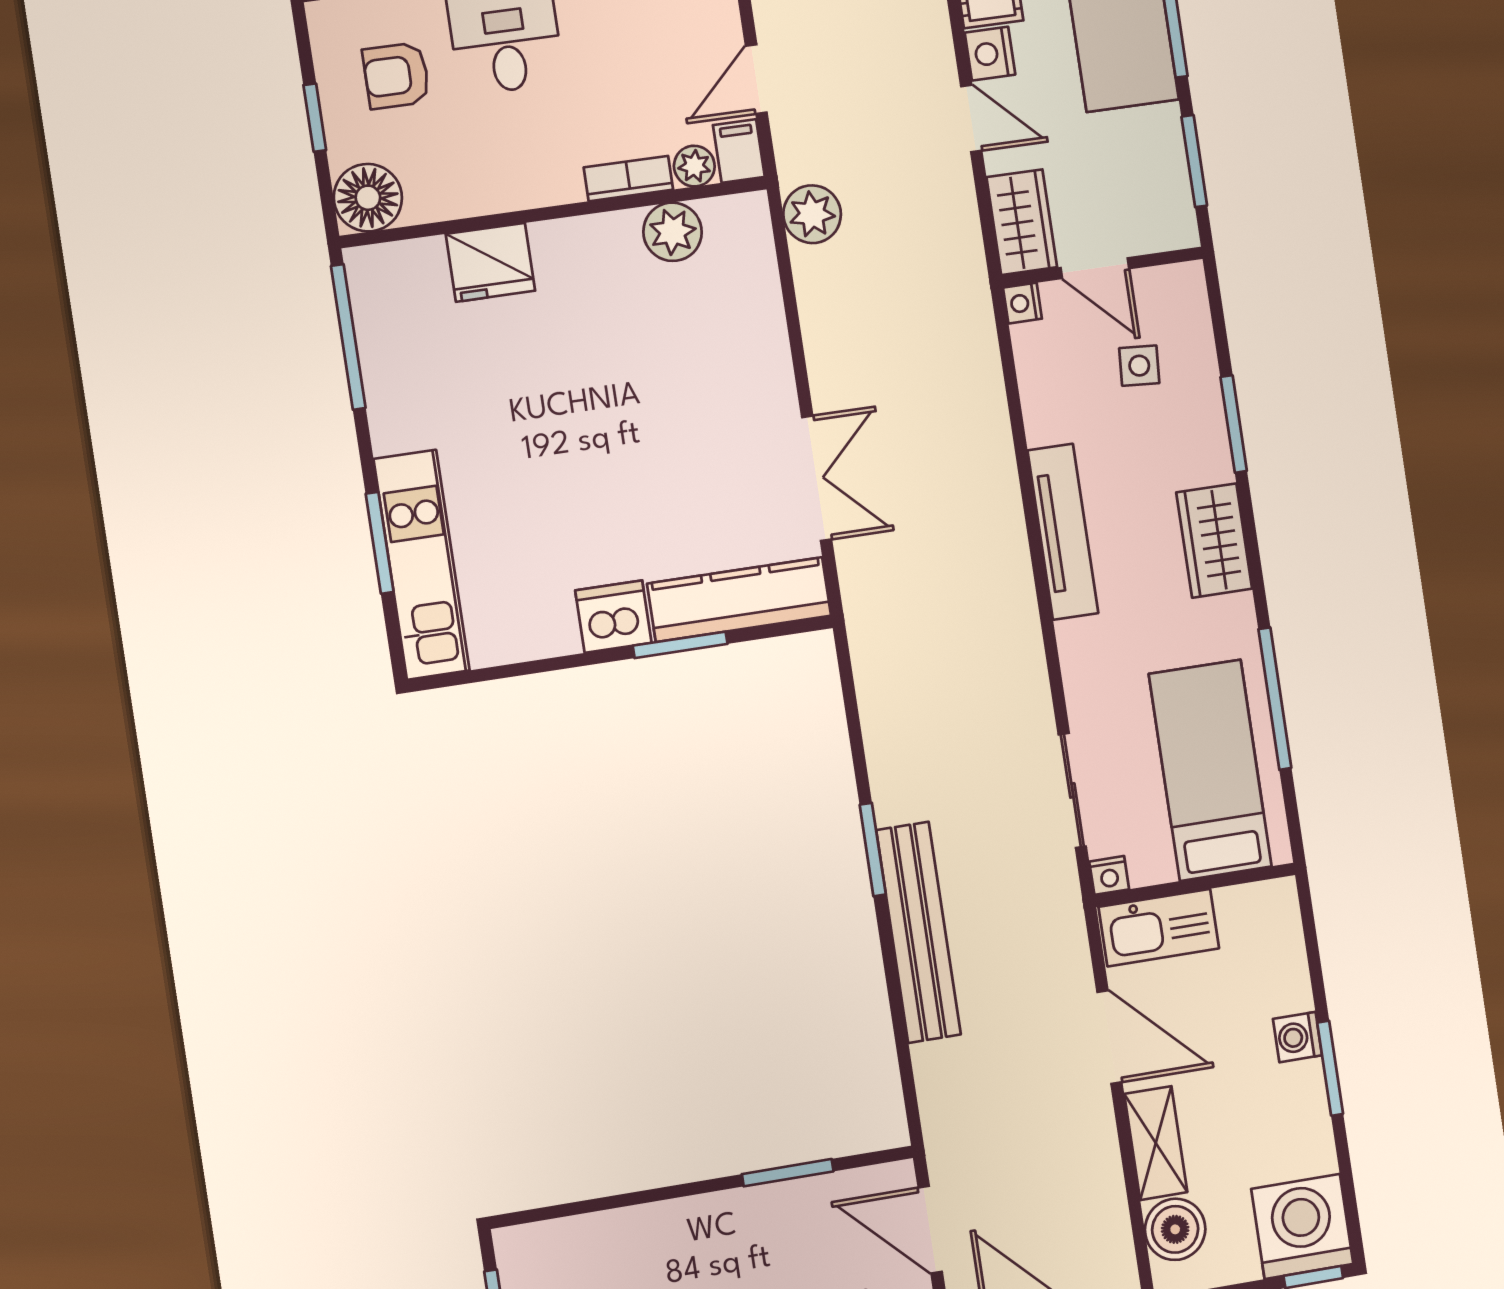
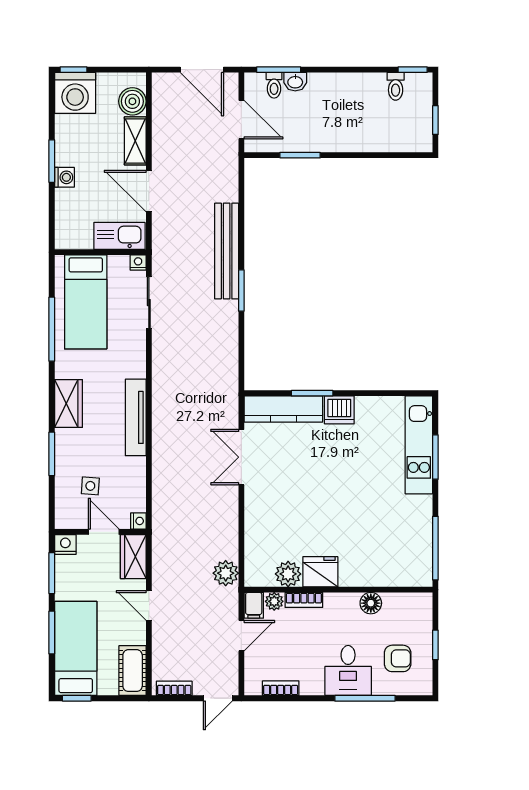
nightstand: (990, 54) -> (65, 545), moved, turned -90
floor lamp: (368, 198) -> (371, 603), moved, width x0.73, depth x0.73
fridge: (490, 262) -> (320, 572), moved

